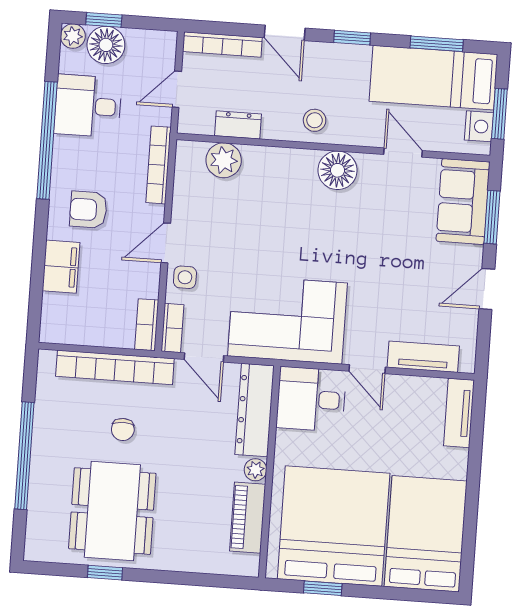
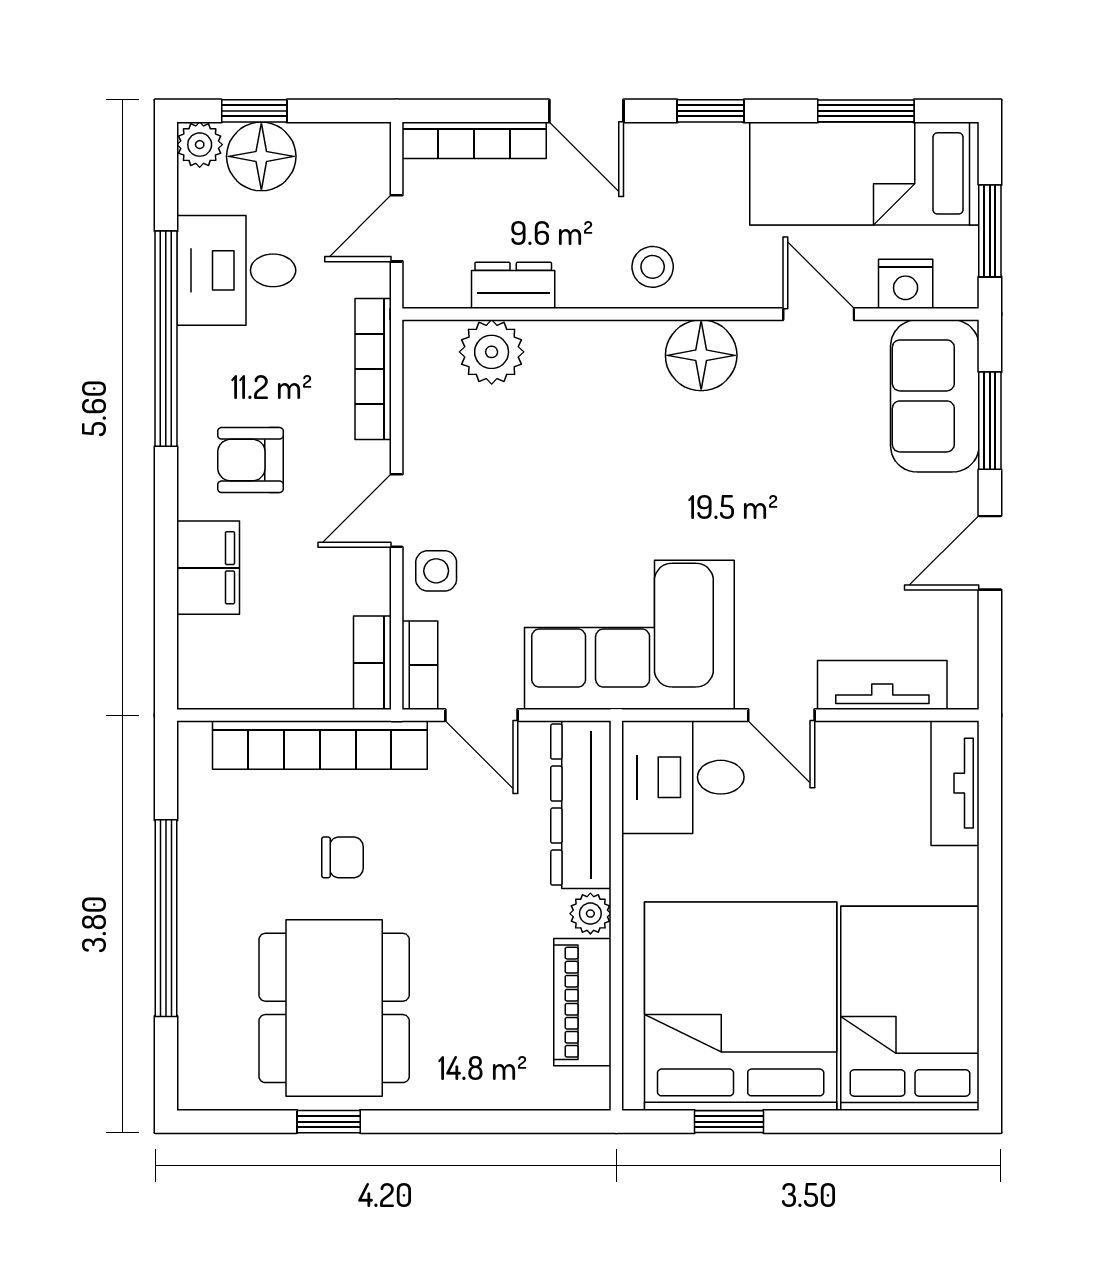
nightstand: (479, 126) -> (906, 284), moved, turned 90
chair: (123, 429) -> (343, 857), turned -90

